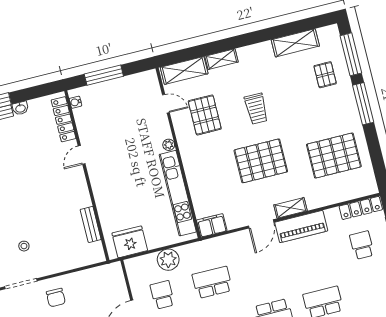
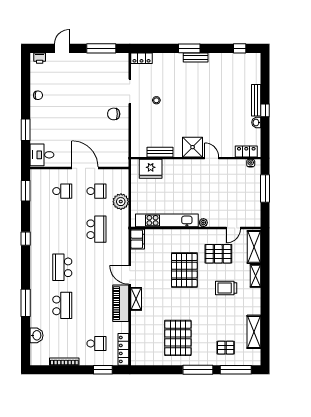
trolley: (256, 109) -> (226, 288), moved
locker: (64, 119) -> (246, 151), width x0.66
pallet: (334, 156) -> (178, 338), moved
pallet: (261, 161) -> (184, 270), moved
shower: (73, 184) -> (193, 147), added
fridge: (130, 242) -> (151, 169), moved, turned 90

